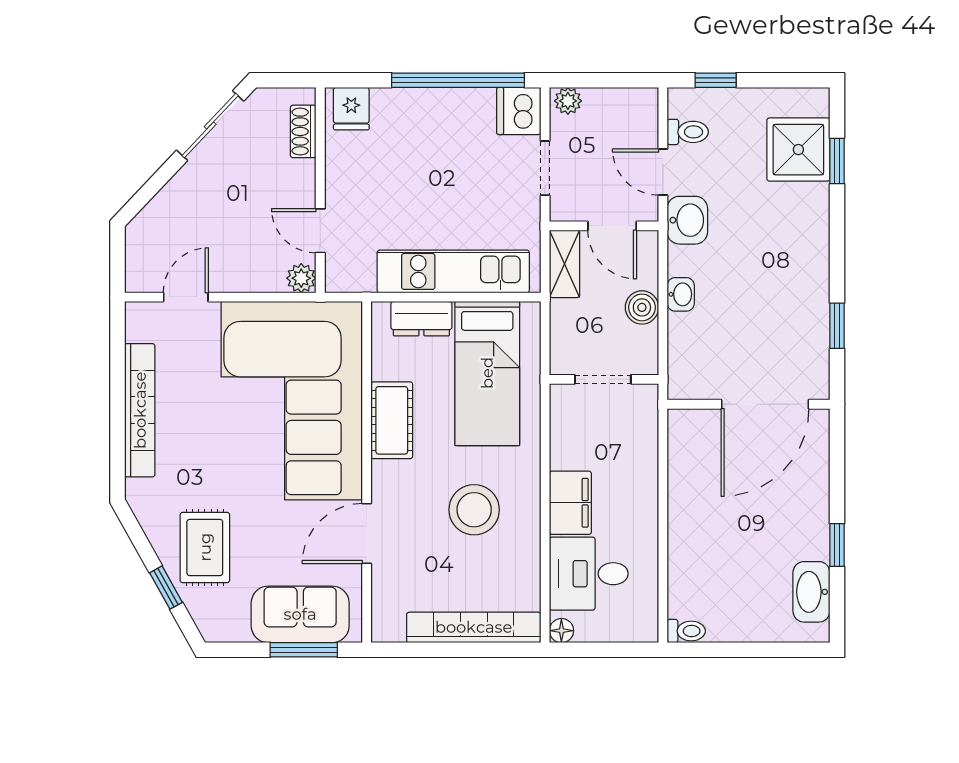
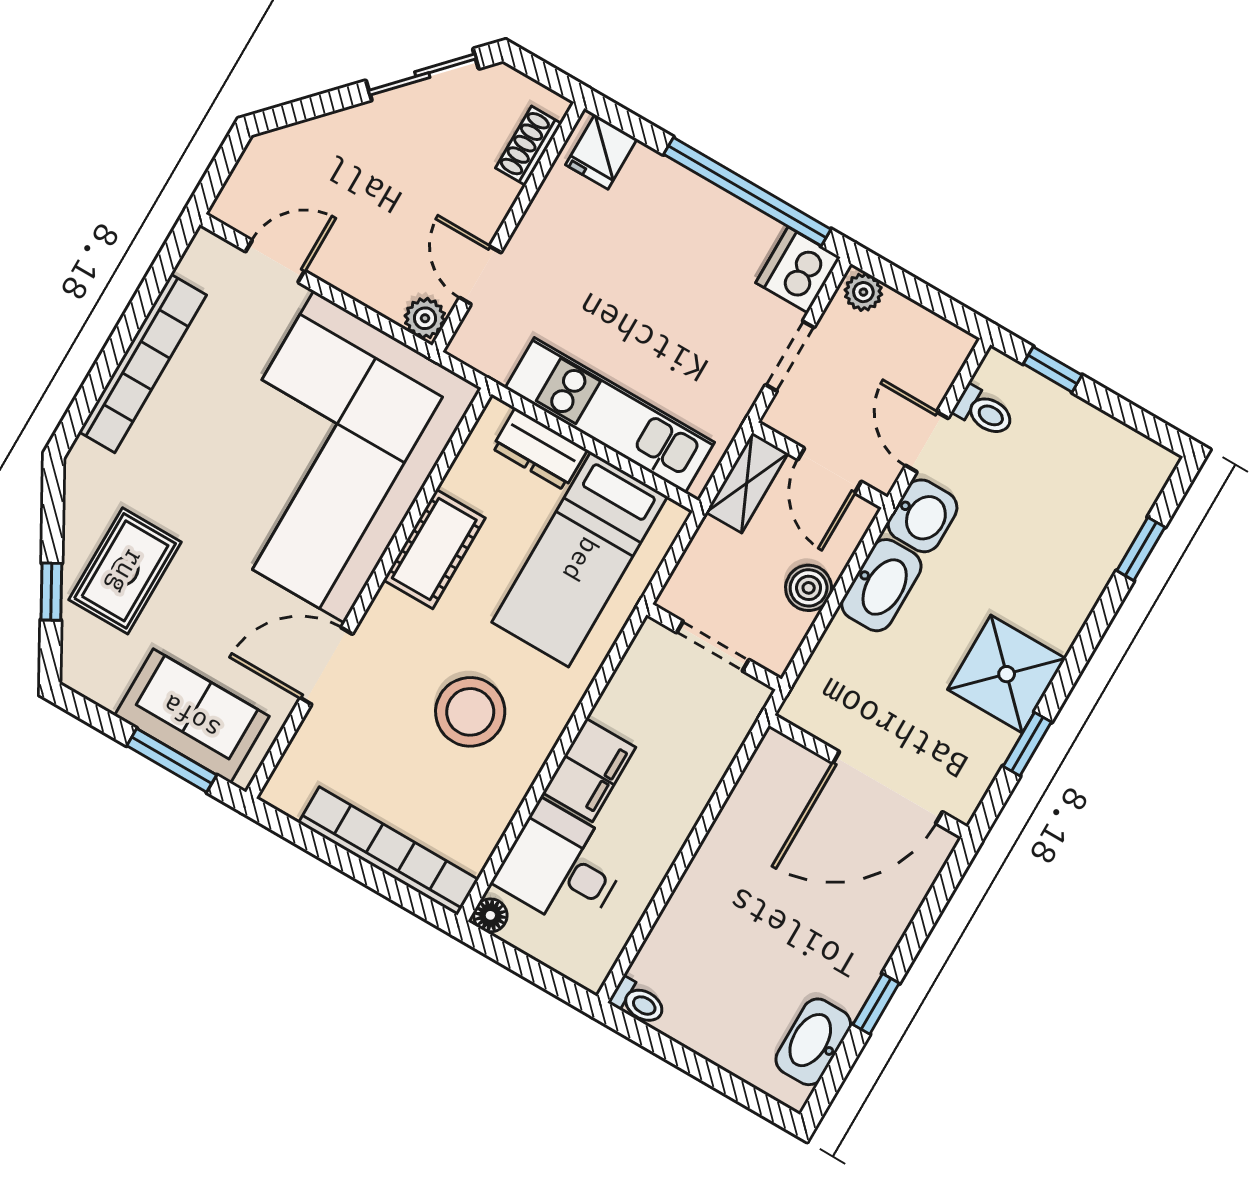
shower: (798, 150) -> (1007, 674), moved
washbasin: (681, 294) -> (881, 585), width x1.91, depth x1.45

